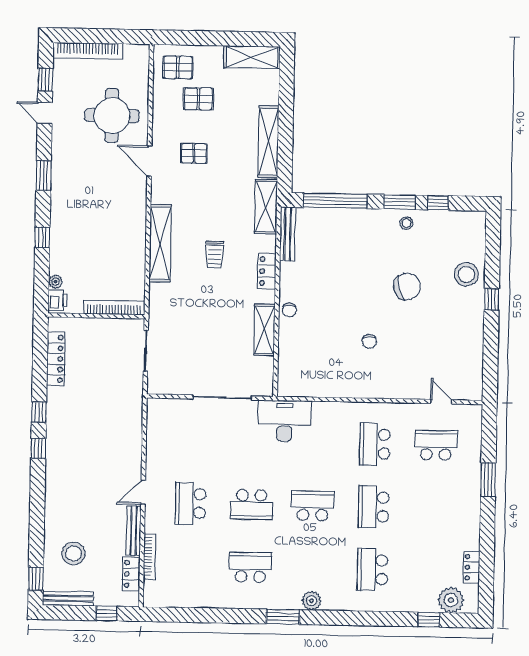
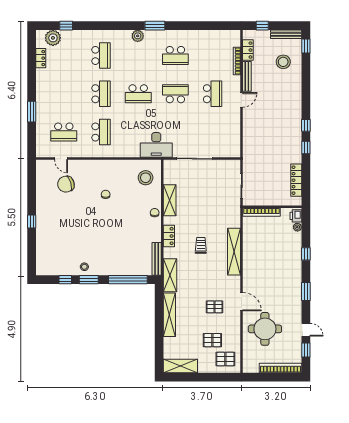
stool: (466, 274) -> (146, 178), moved
chair: (407, 287) -> (66, 184), moved

